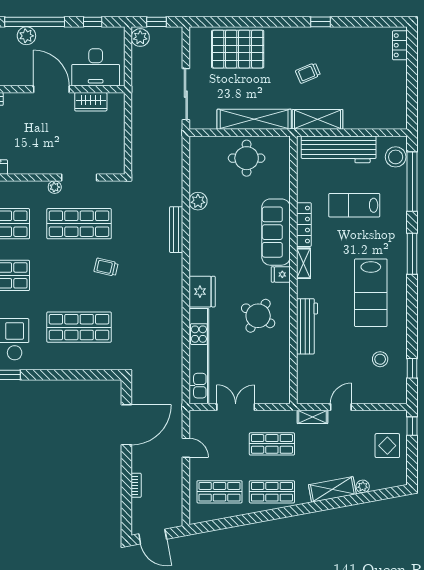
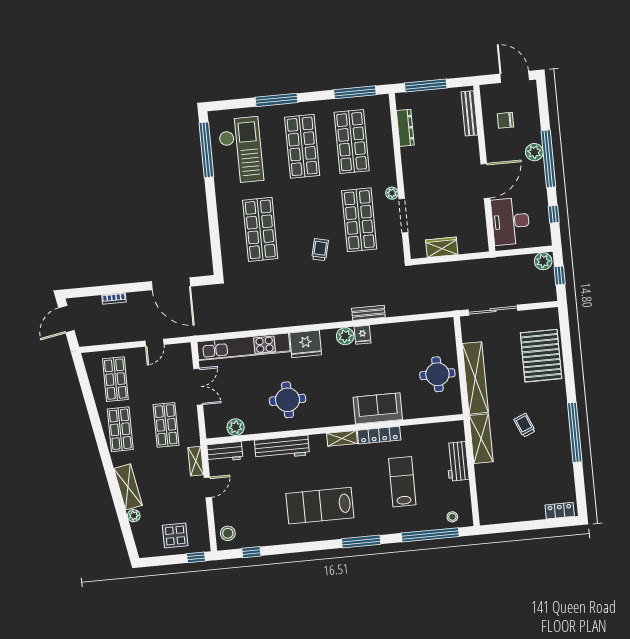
window: (320, 22) -> (575, 432), width x3.17
wardrobe: (91, 102) -> (442, 247), moved, turned 90
workbench: (339, 149) -> (457, 461), width x0.53, depth x0.76
stool: (396, 157) -> (452, 517), width x0.53, depth x0.53
plant: (198, 201) -> (345, 336), moved
bench: (176, 230) -> (368, 313), width x0.73
sofa: (276, 232) -> (378, 408), width x0.73
fridge: (281, 274) -> (362, 335), moved, turned 180
round table: (258, 316) -> (288, 400), turned -32
stool: (380, 359) -> (228, 533), moved
plant: (281, 372) -> (236, 427), added
workbench: (306, 386) -> (225, 452), added
door: (341, 407) -> (208, 487), hinge flipped

